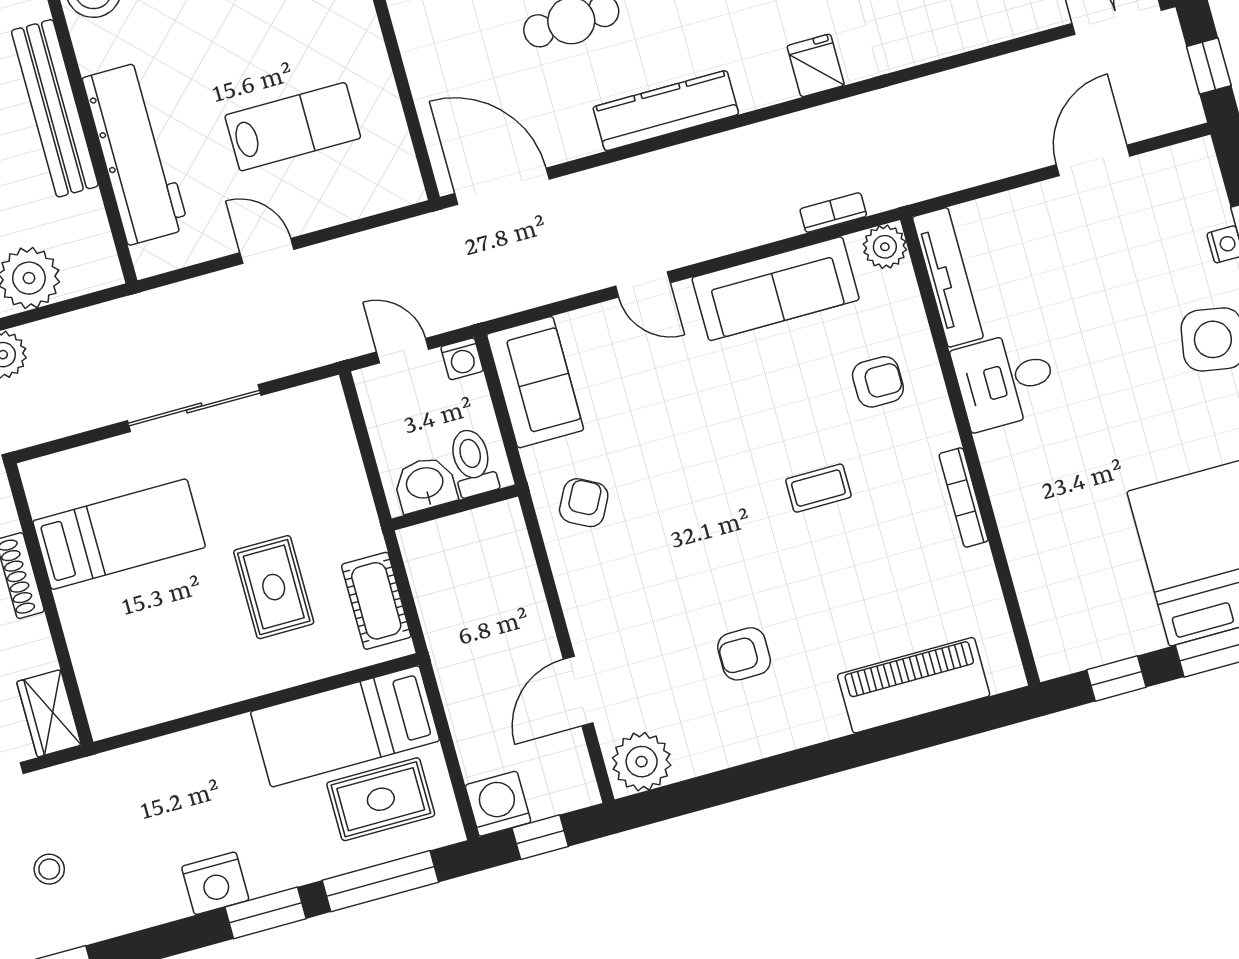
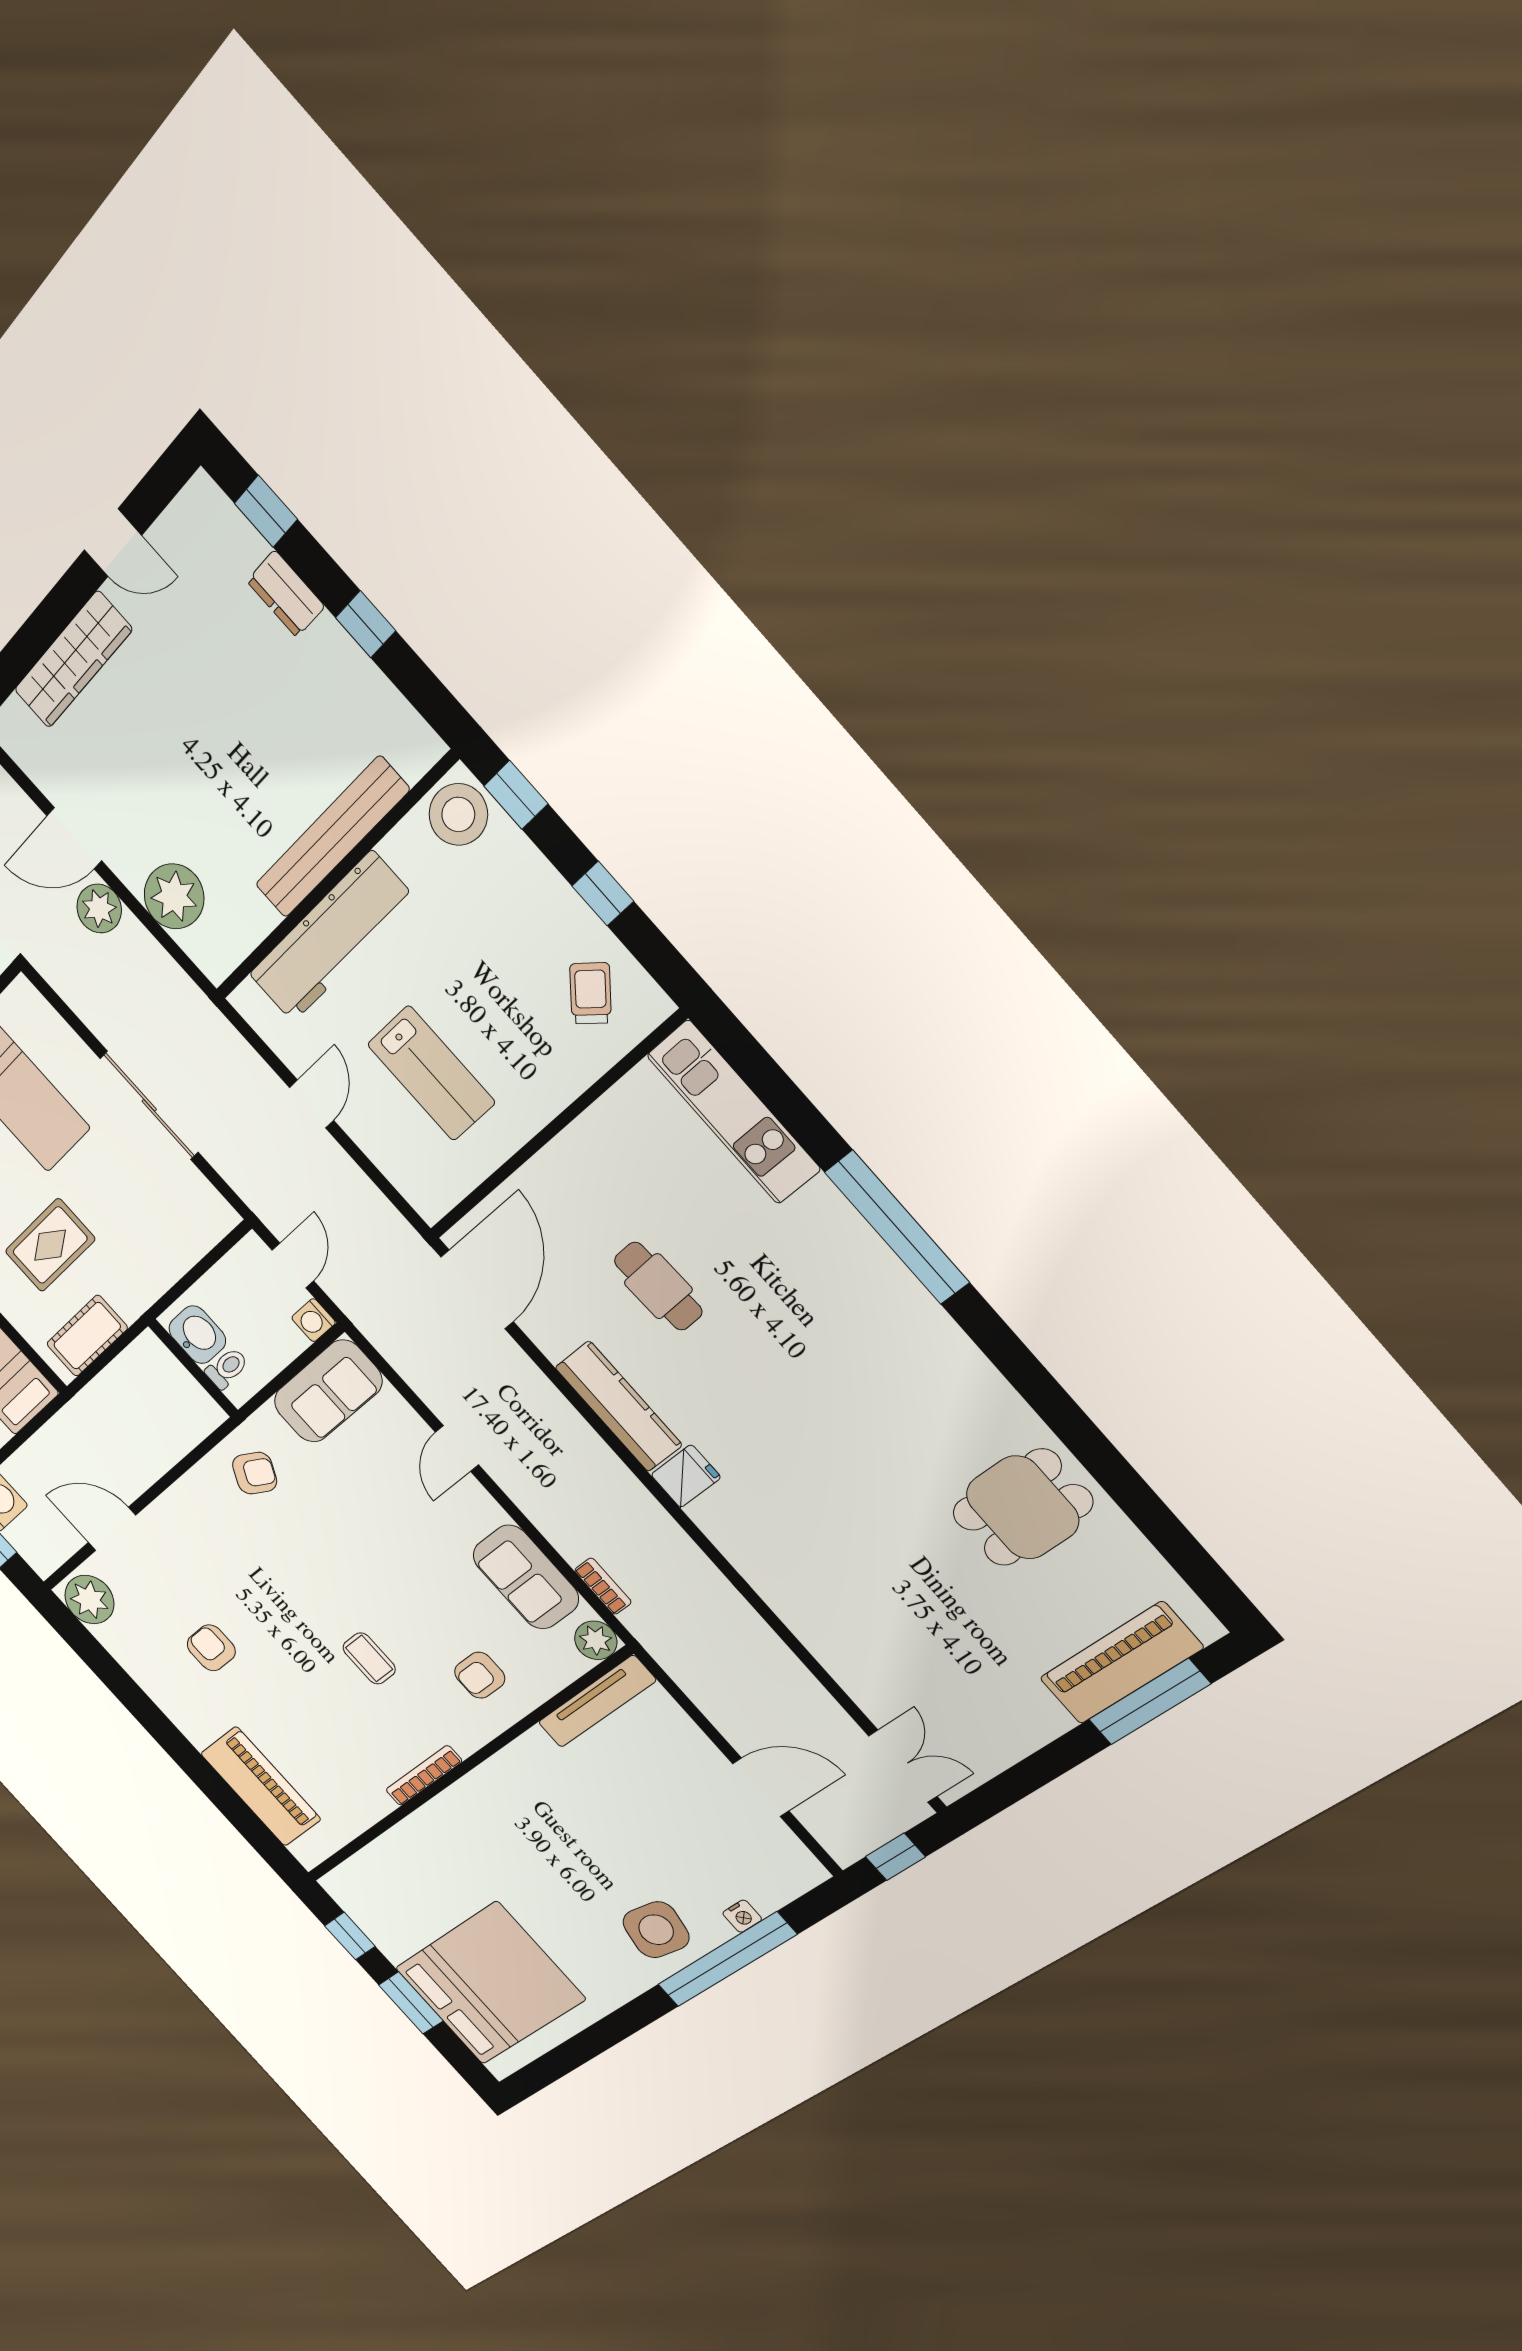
fridge: (816, 65) -> (686, 1476), moved
sofa: (776, 289) -> (526, 1577), width x0.73
desk: (1005, 380) -> (535, 1777), removed
armchair: (878, 382) -> (480, 1675), turned 90
toilet: (473, 462) -> (227, 1368), width x0.73, depth x0.72

